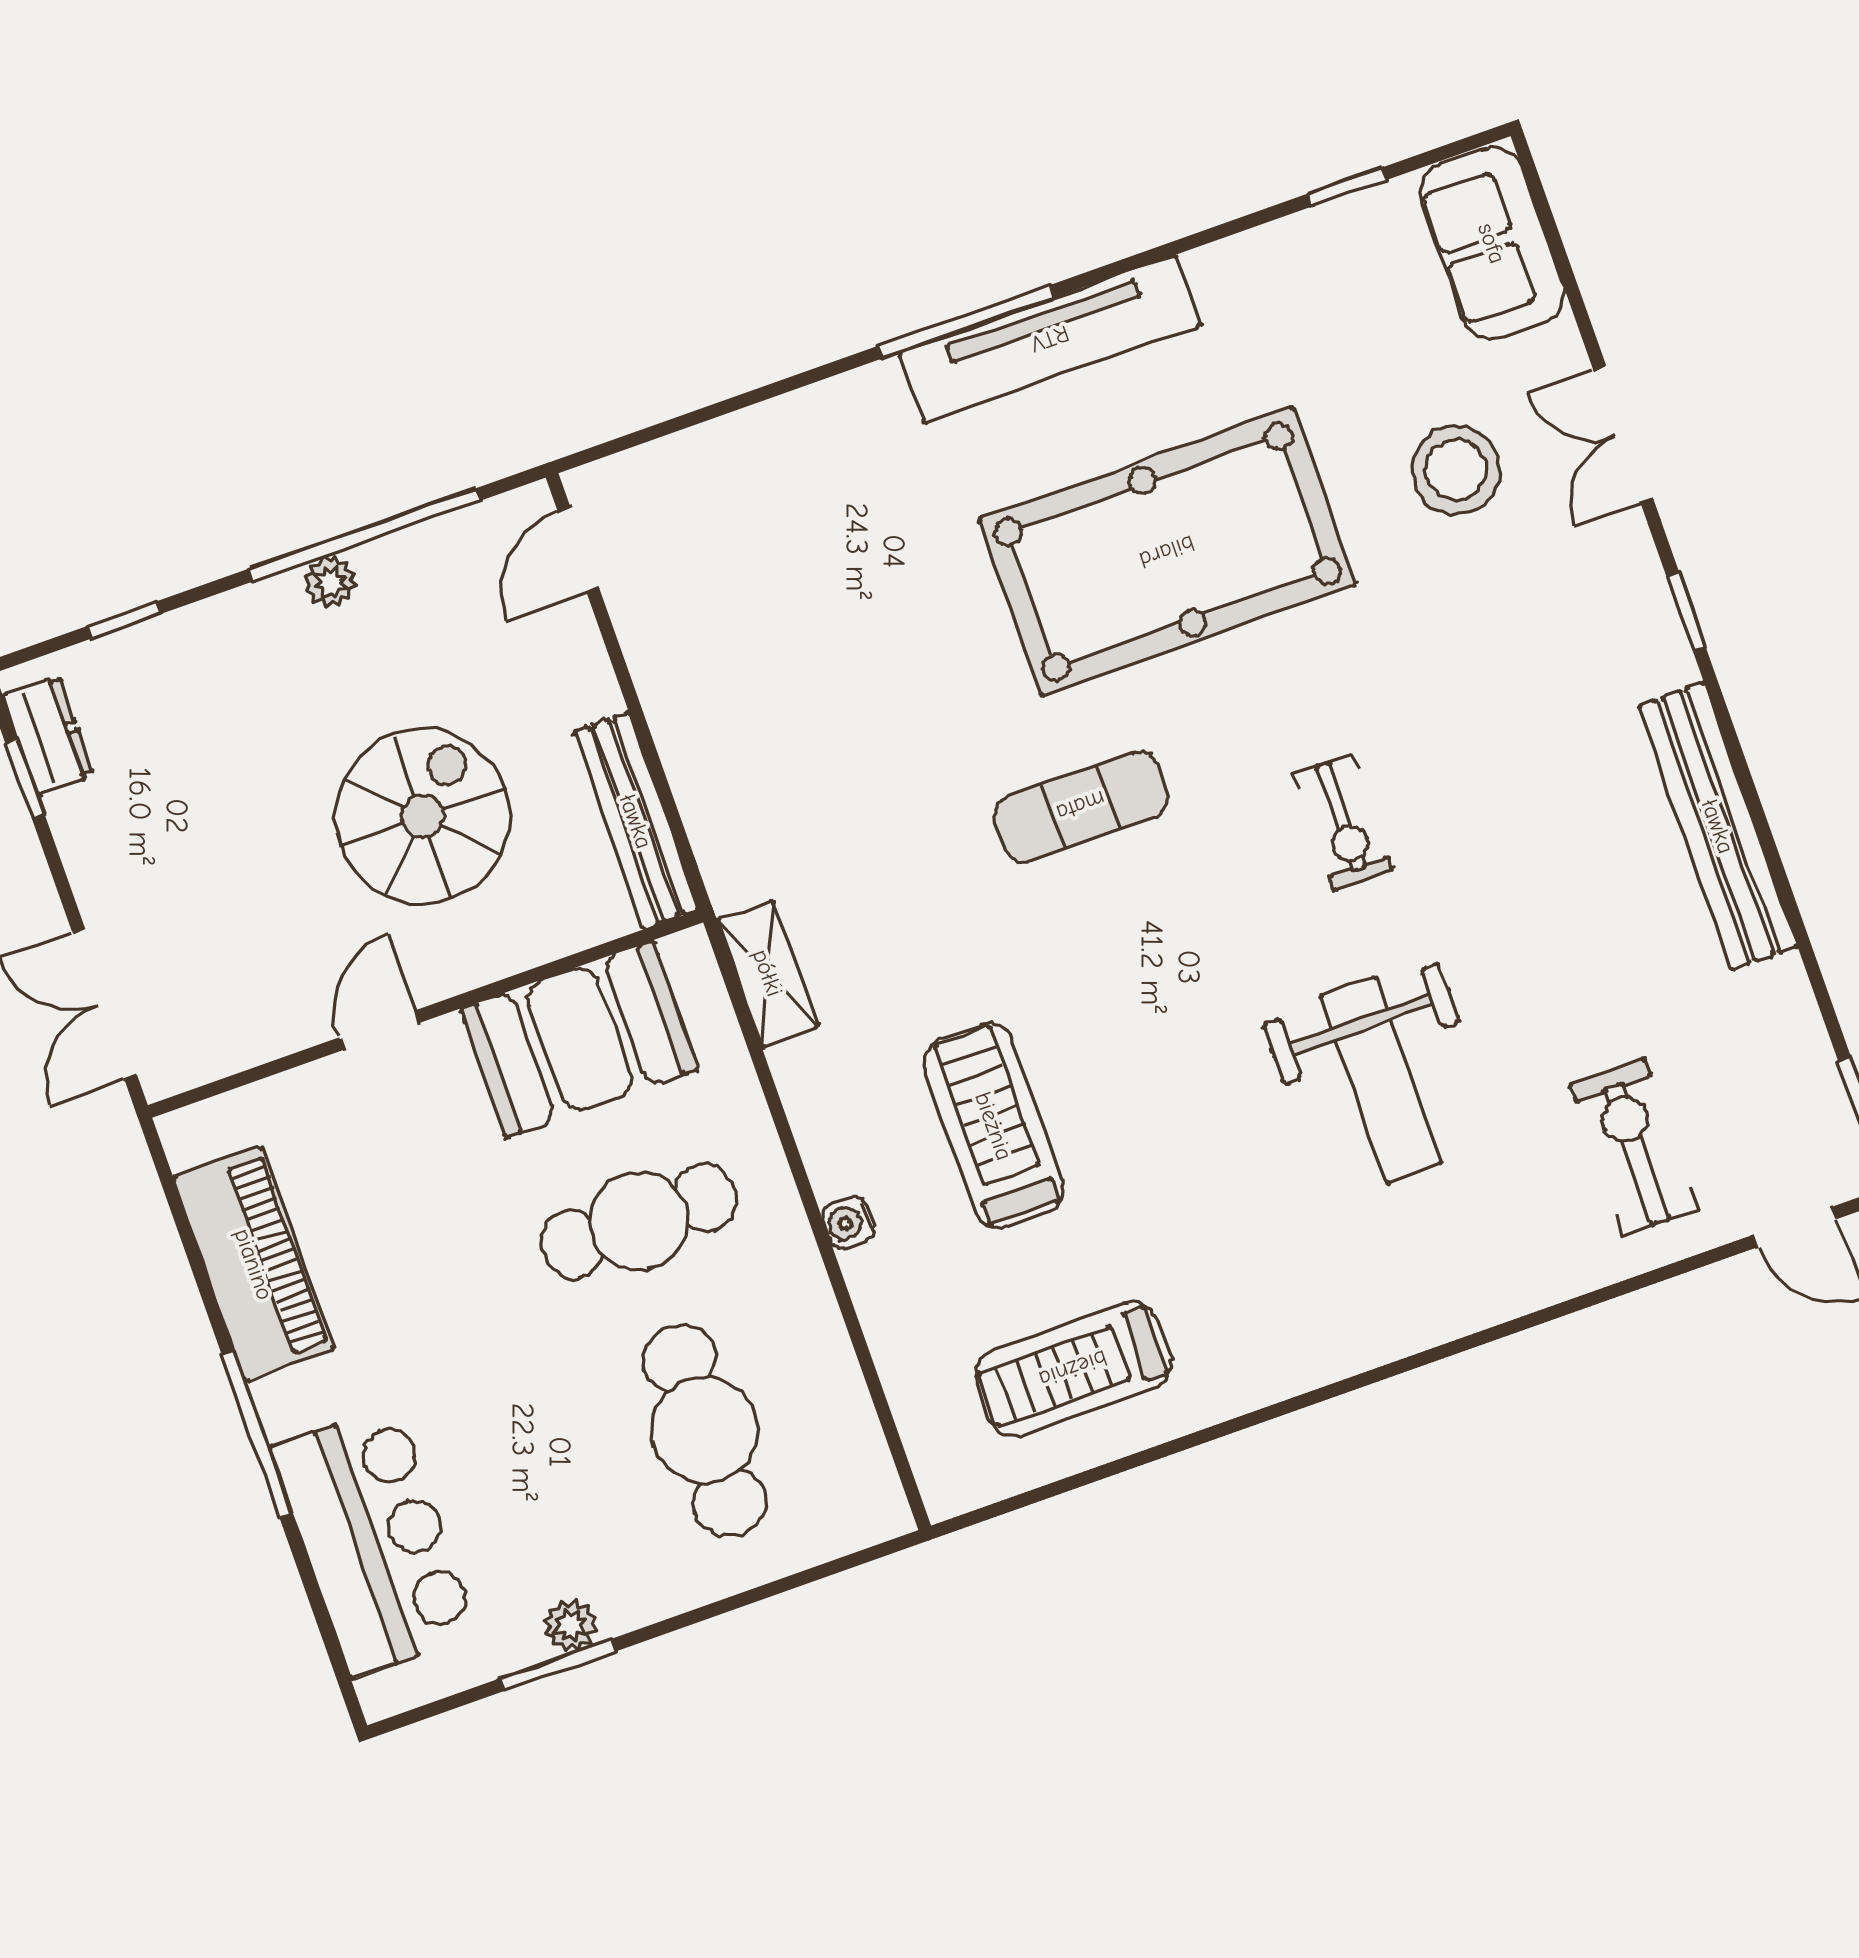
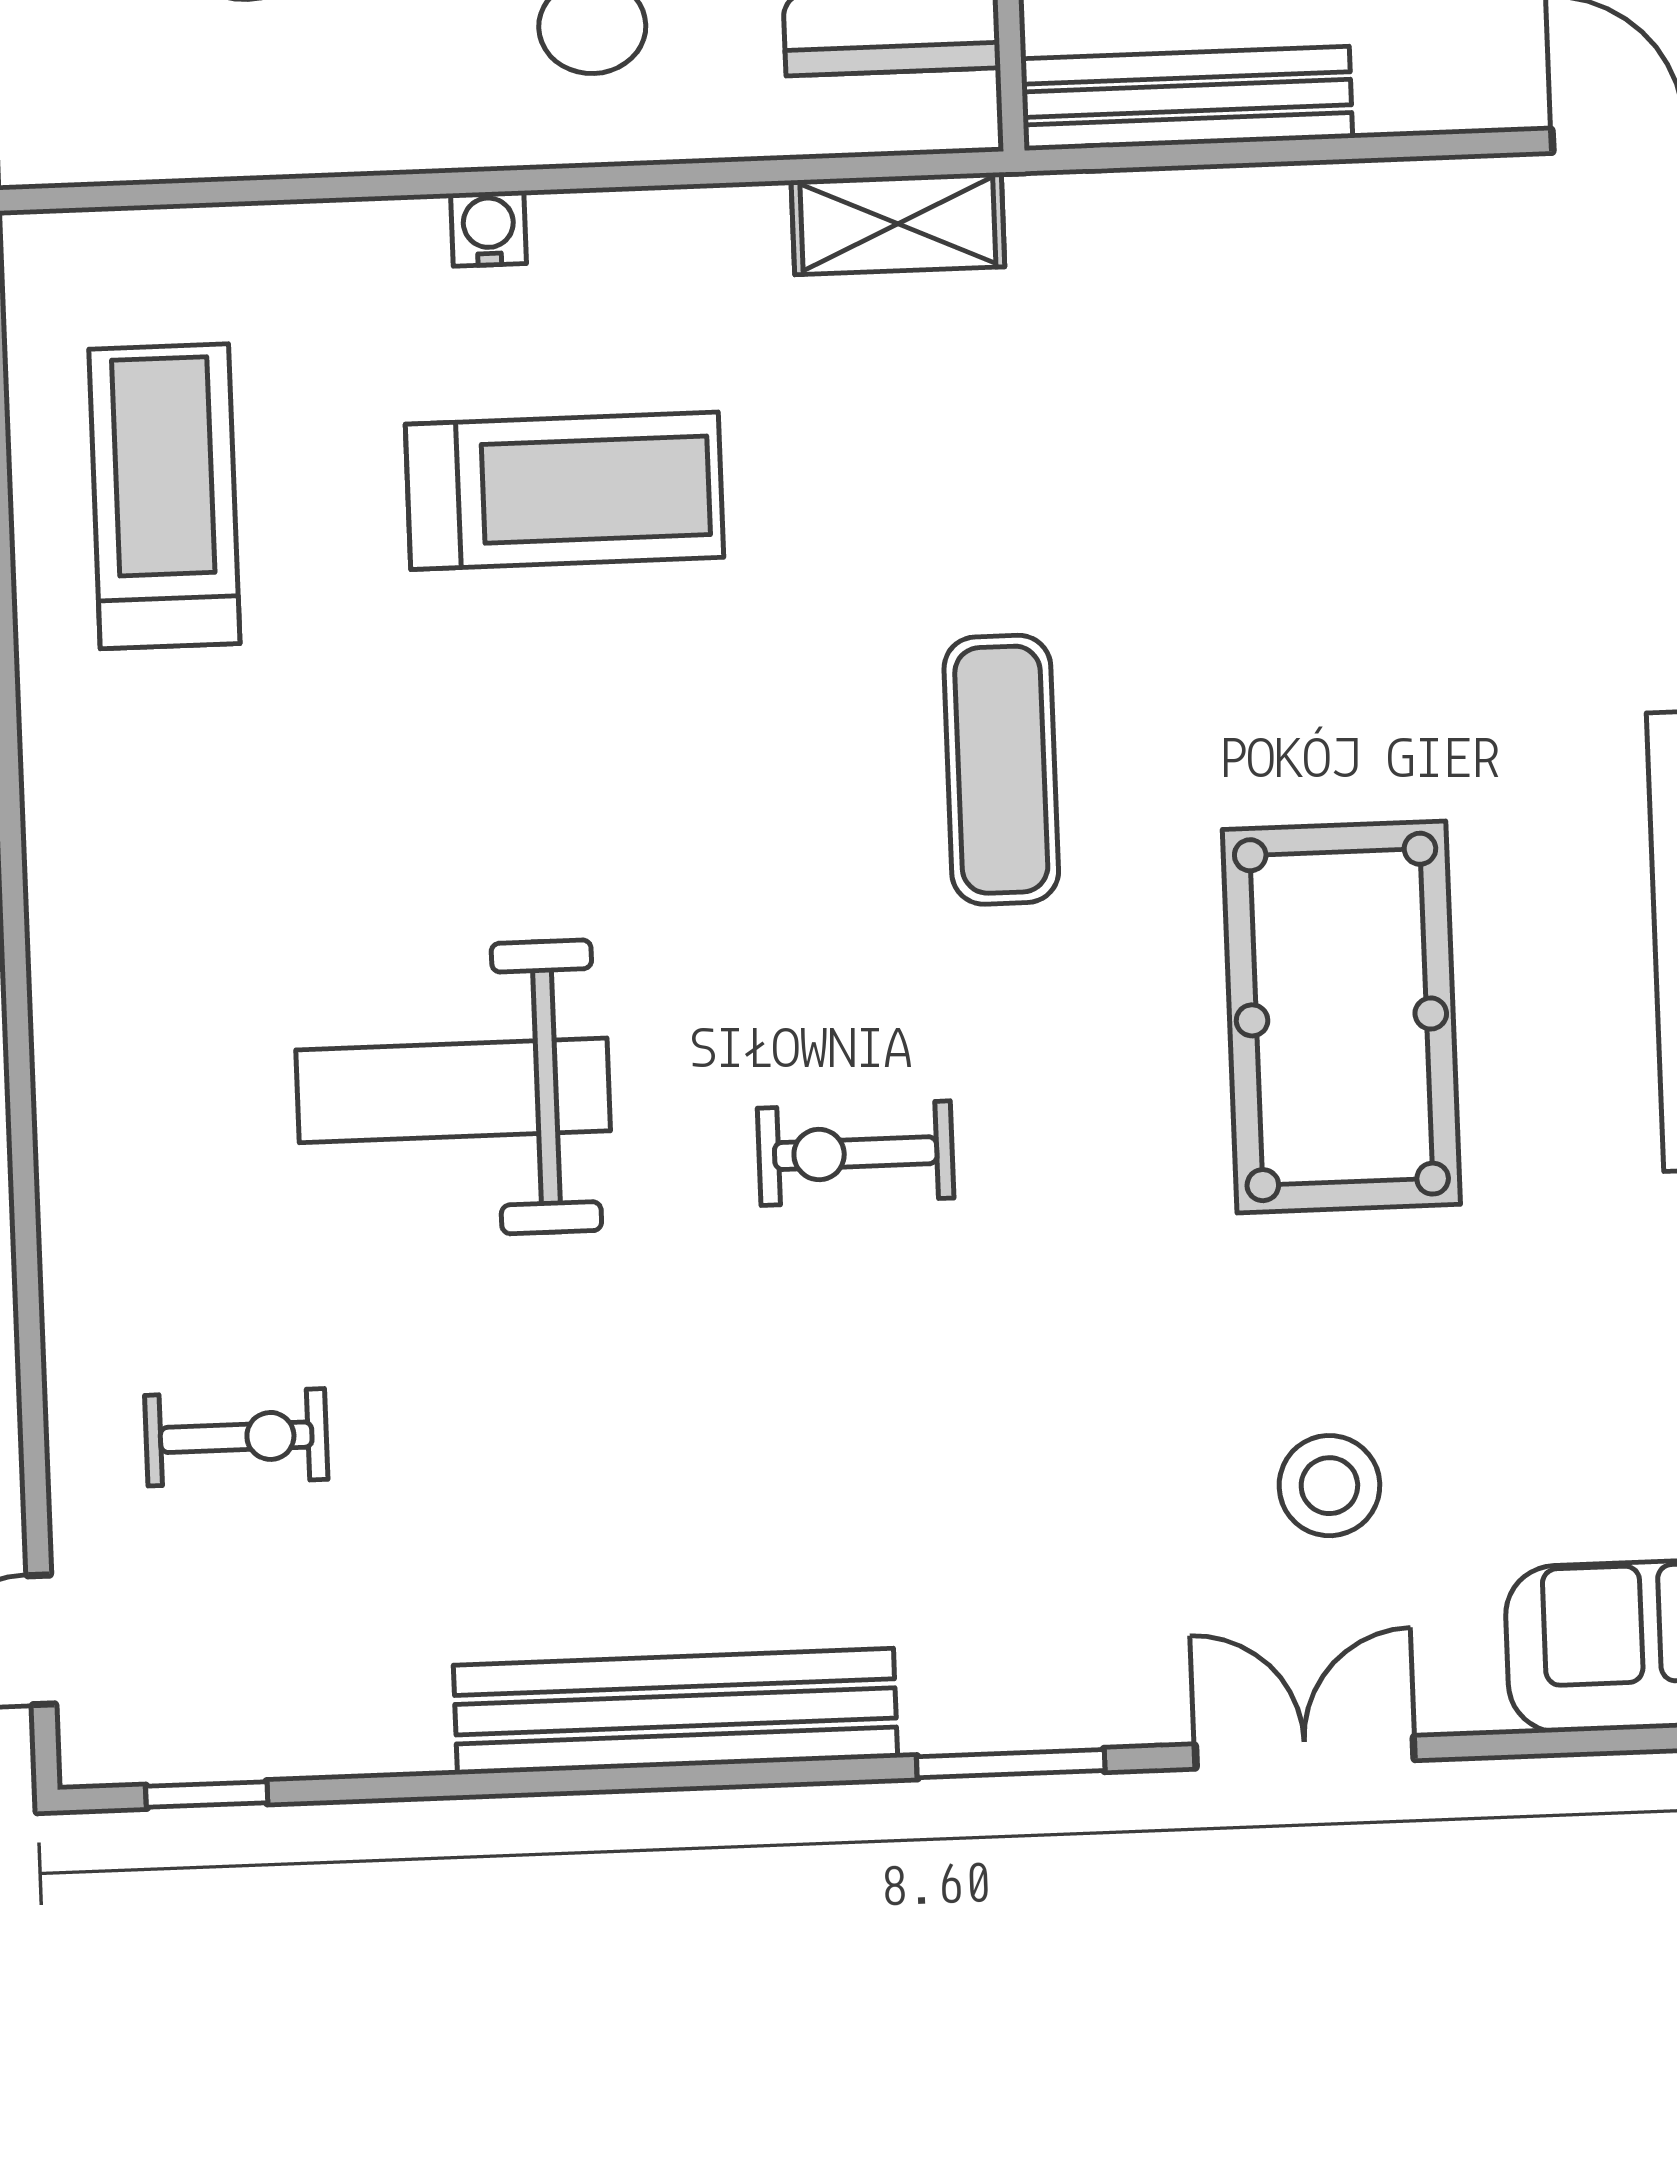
stool: (1456, 470) -> (1329, 1486), width x0.73, depth x0.73
pool table: (1167, 552) -> (1341, 1017), width x0.73, depth x0.76
window: (1686, 612) -> (1011, 1764), width x1.50
exercise bike: (1634, 1146) -> (236, 1437), width x0.73, depth x0.72

